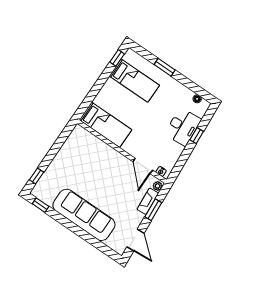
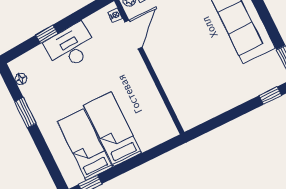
window: (165, 67) -> (25, 113), moved
bed: (105, 125) -> (113, 129), moved
desk: (183, 127) -> (71, 47), moved

